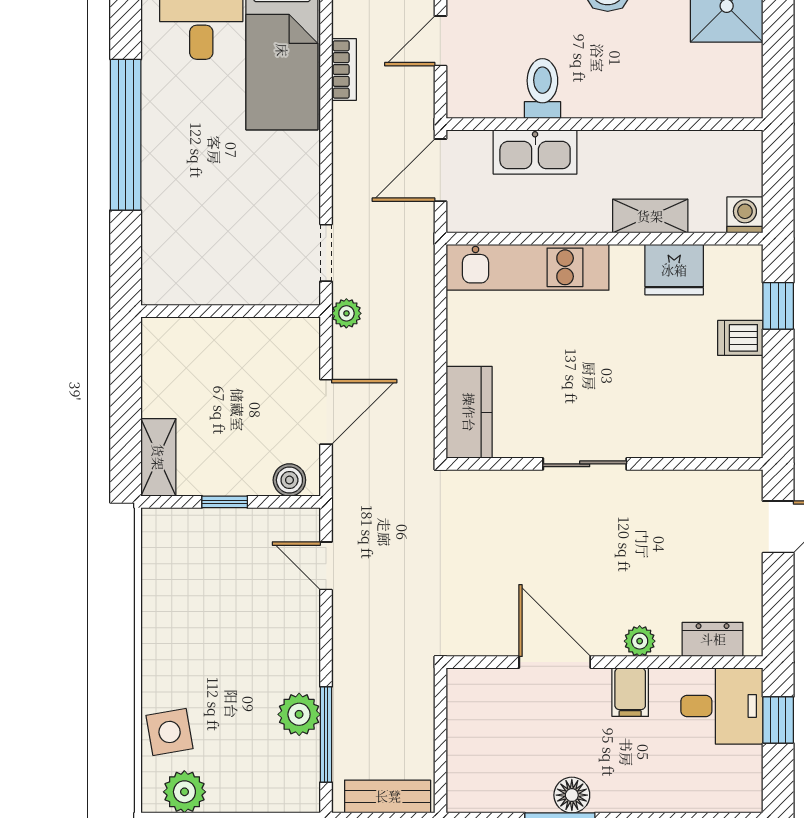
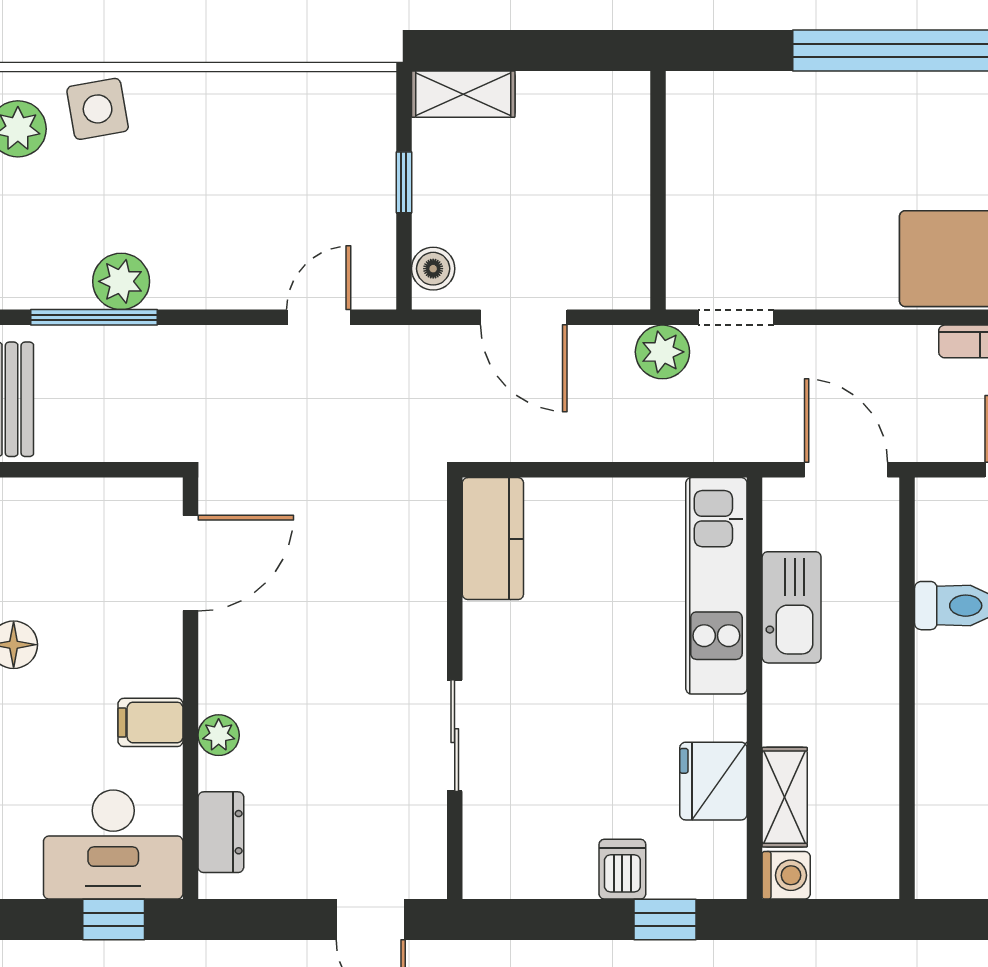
kitchen sink: (535, 152) -> (792, 607), moved, turned 180
shelving: (650, 216) -> (785, 797), moved
plant: (346, 313) -> (662, 352), width x1.38, depth x1.38
kitchen counter: (469, 412) -> (493, 539), moved, turned -90
sliding door: (585, 464) -> (455, 736), moved
door: (555, 662) -> (190, 563), moved
desk: (722, 706) -> (113, 845), width x1.37

